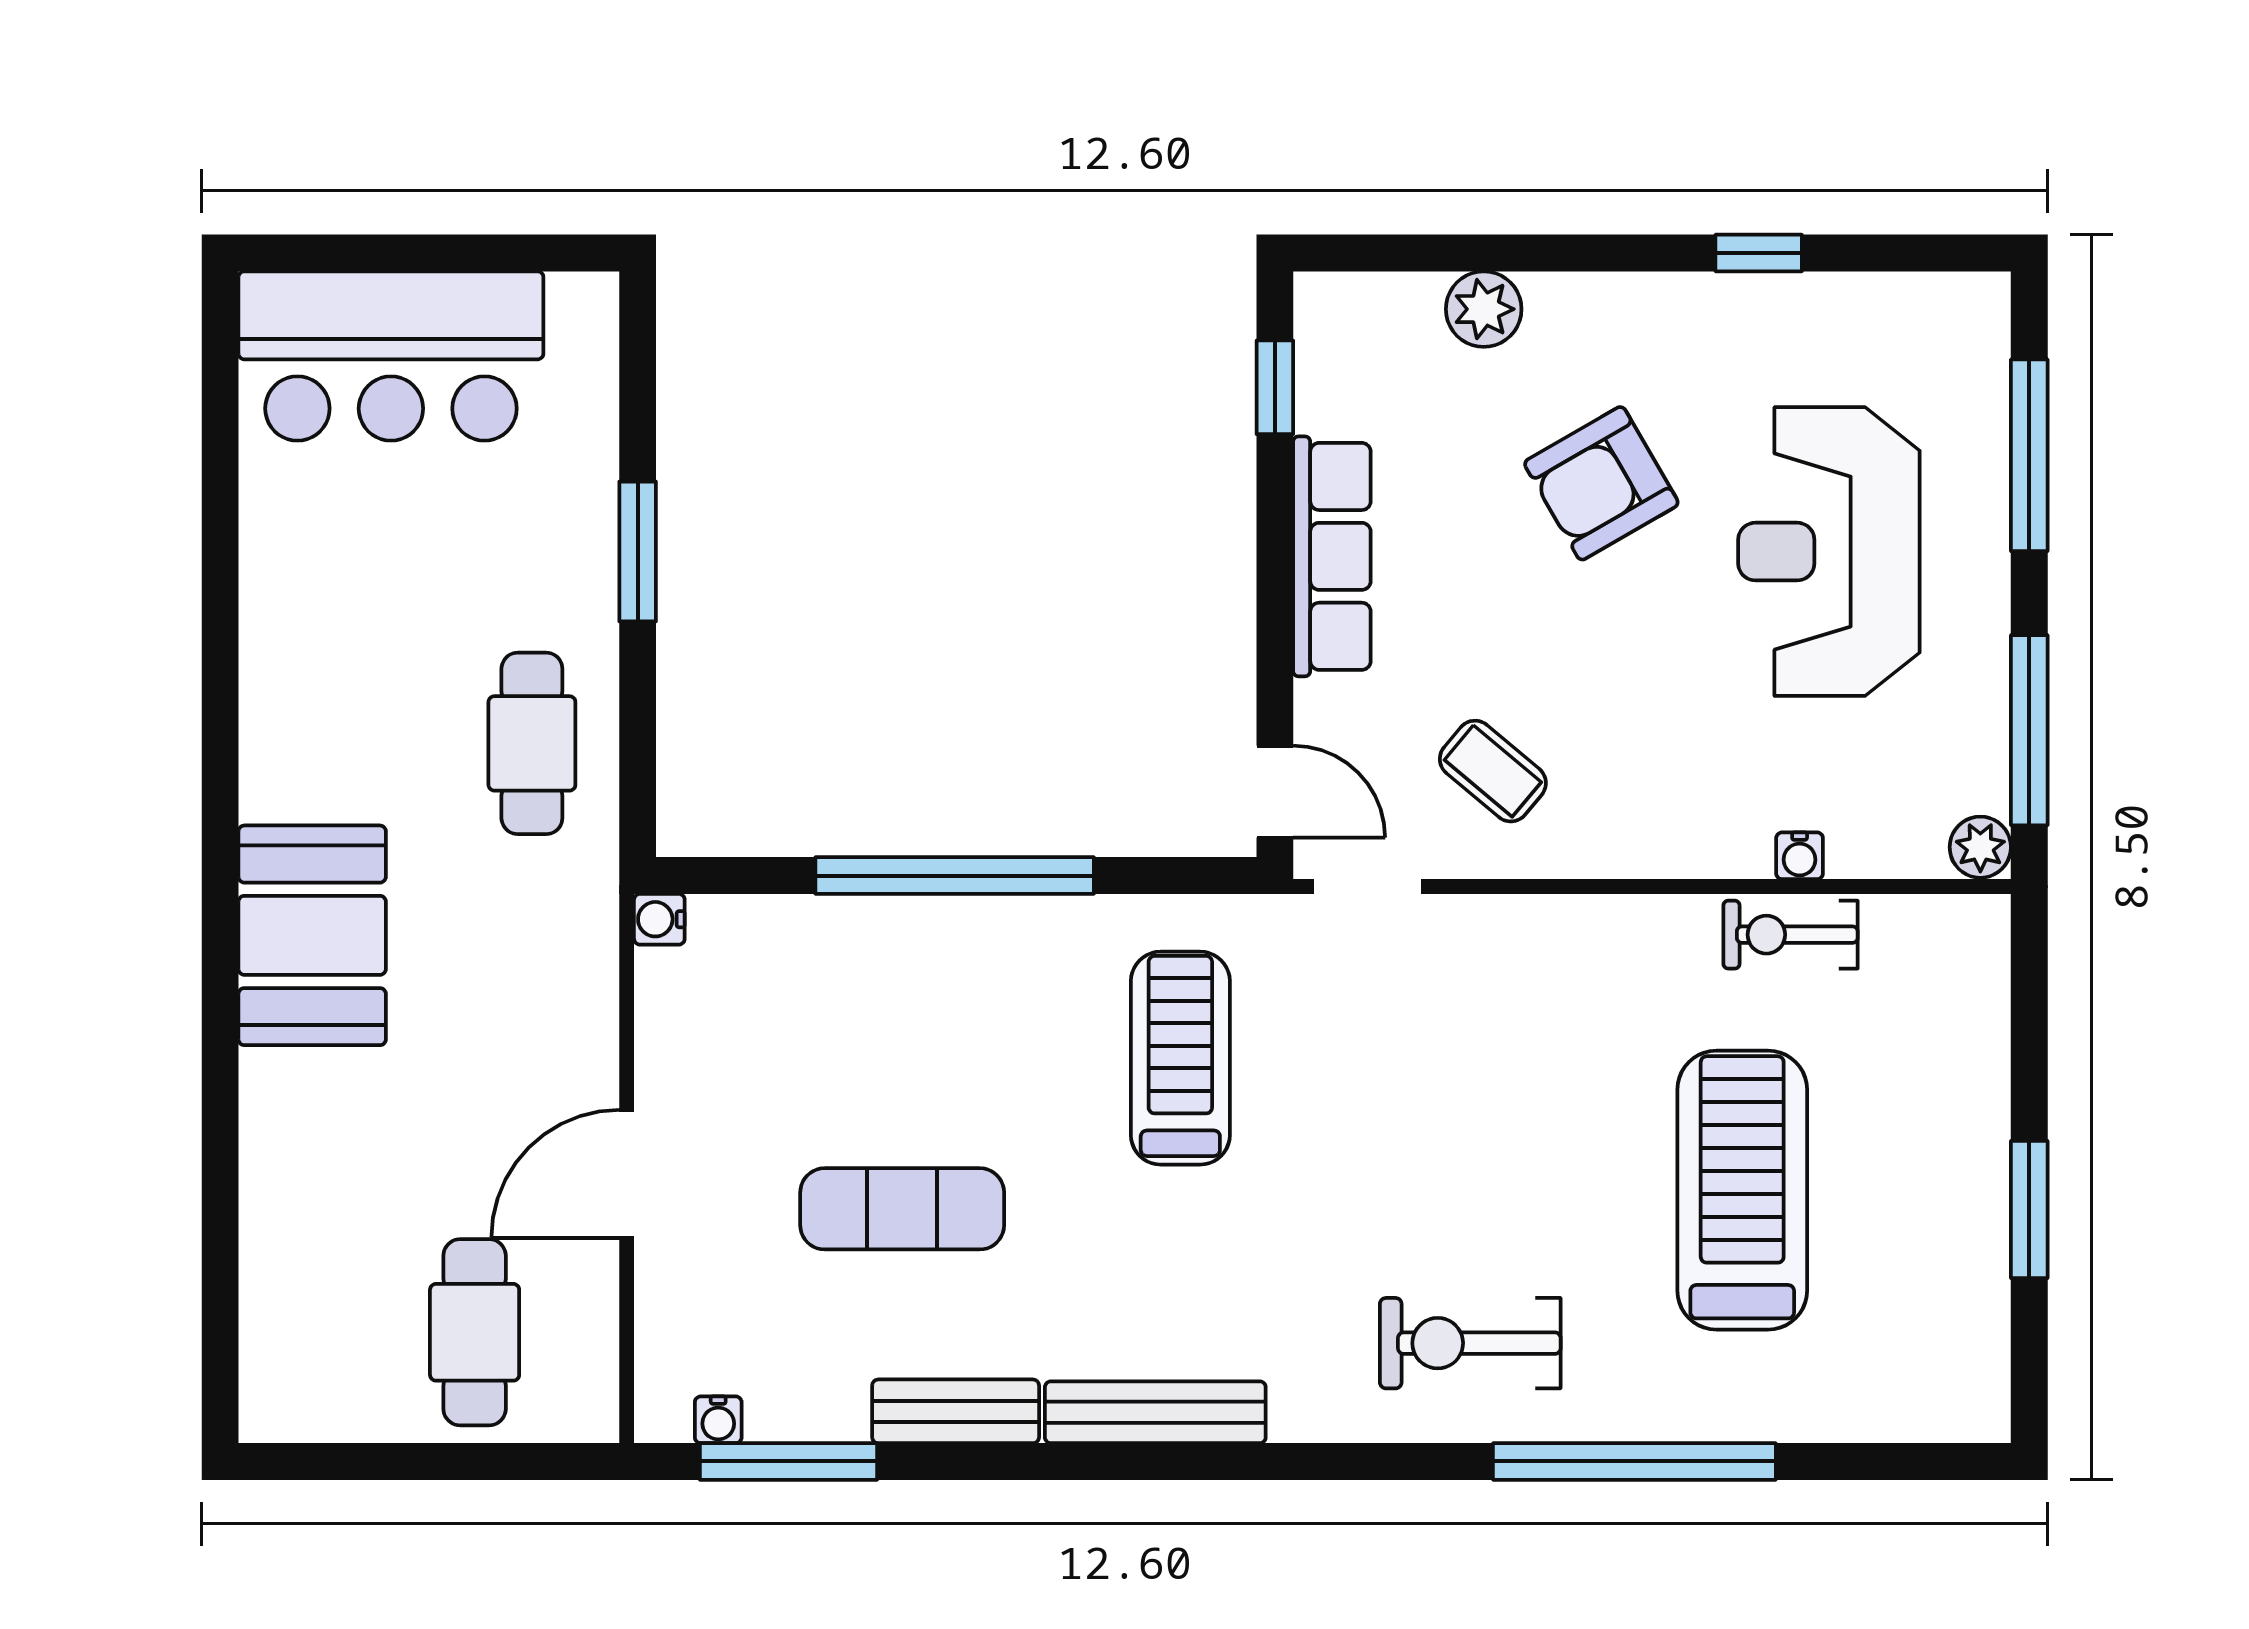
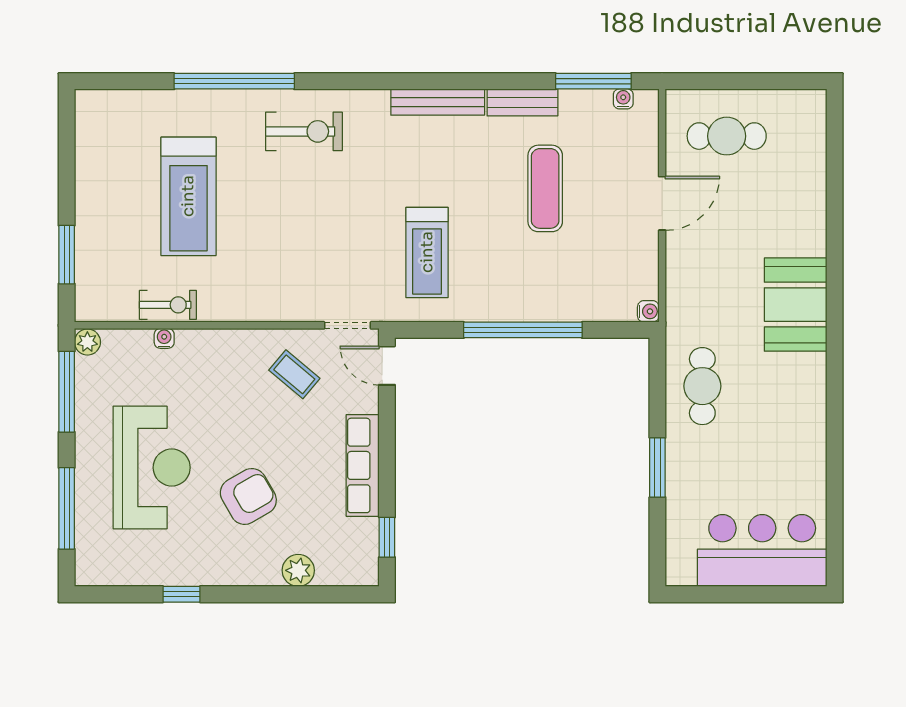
exercise mat: (902, 1209) -> (545, 188), turned 90
window: (2029, 1209) -> (67, 255), moved
cafe table: (475, 1332) -> (727, 136), turned 90

